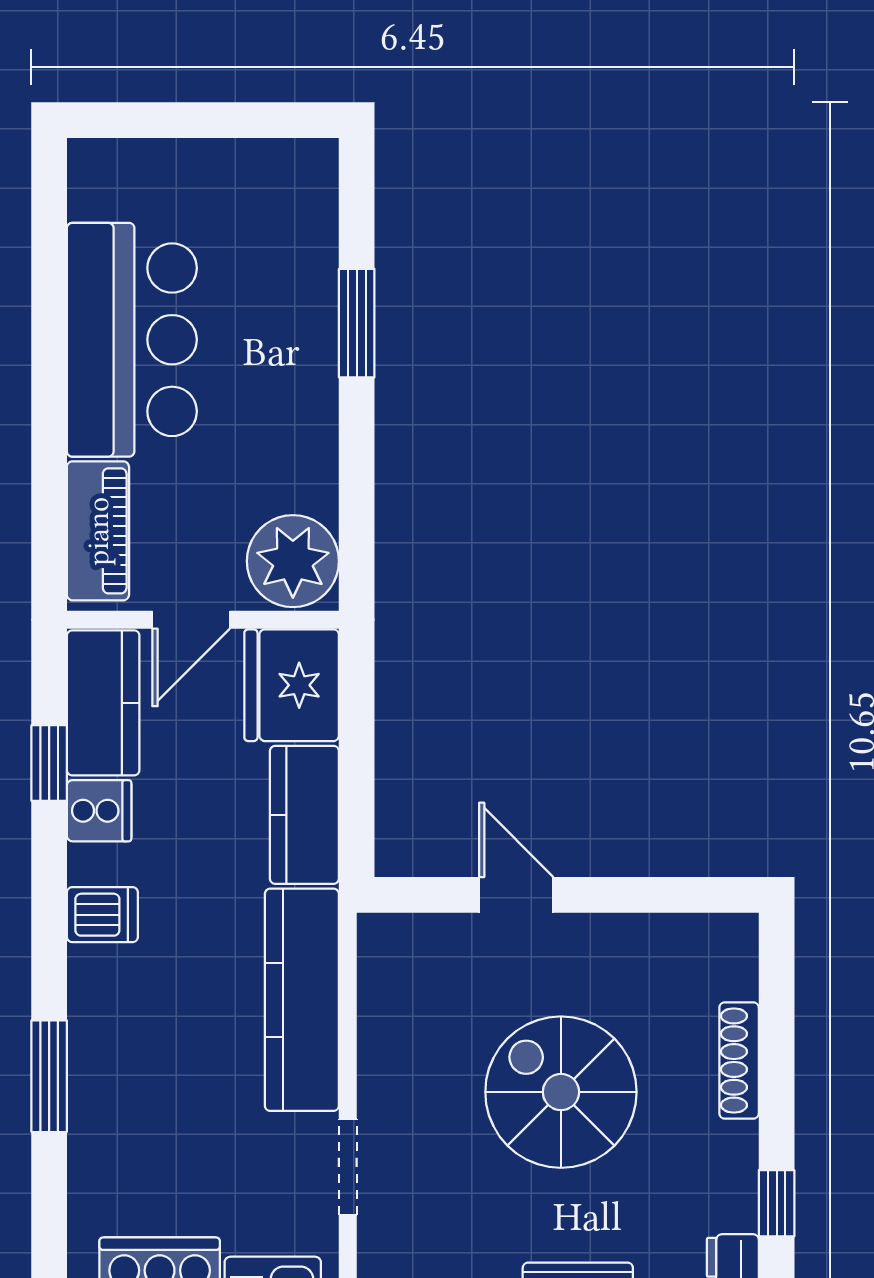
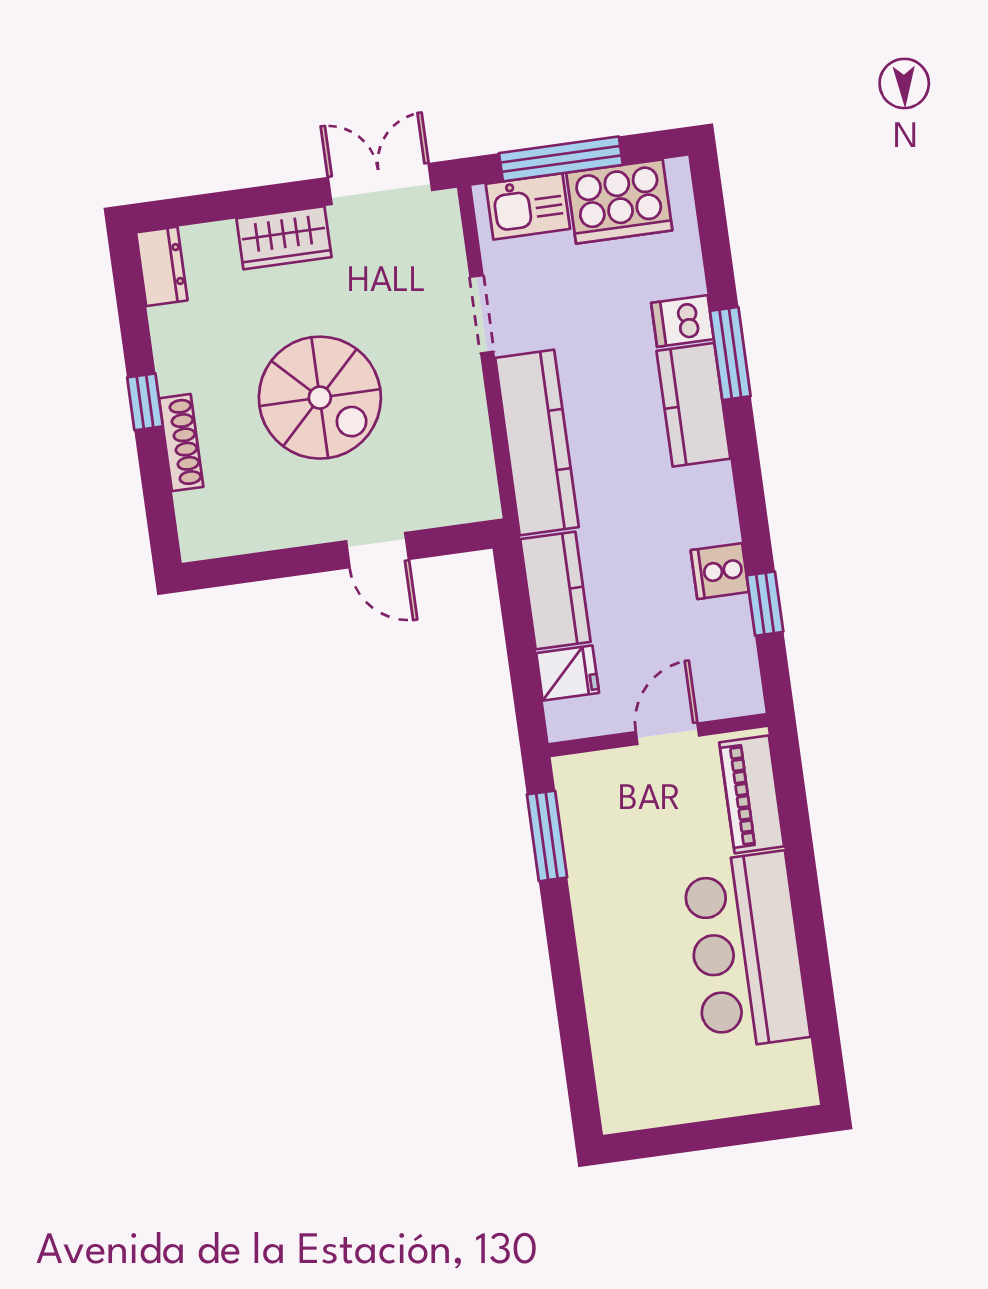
window: (357, 323) -> (547, 836), moved
plant: (293, 561) -> (593, 792), removed
fridge: (292, 685) -> (568, 673), width x0.53, depth x0.75
kitchen counter: (103, 703) -> (693, 405), moved
dishwasher: (102, 915) -> (682, 321), moved
window: (777, 1203) -> (145, 402), moved

